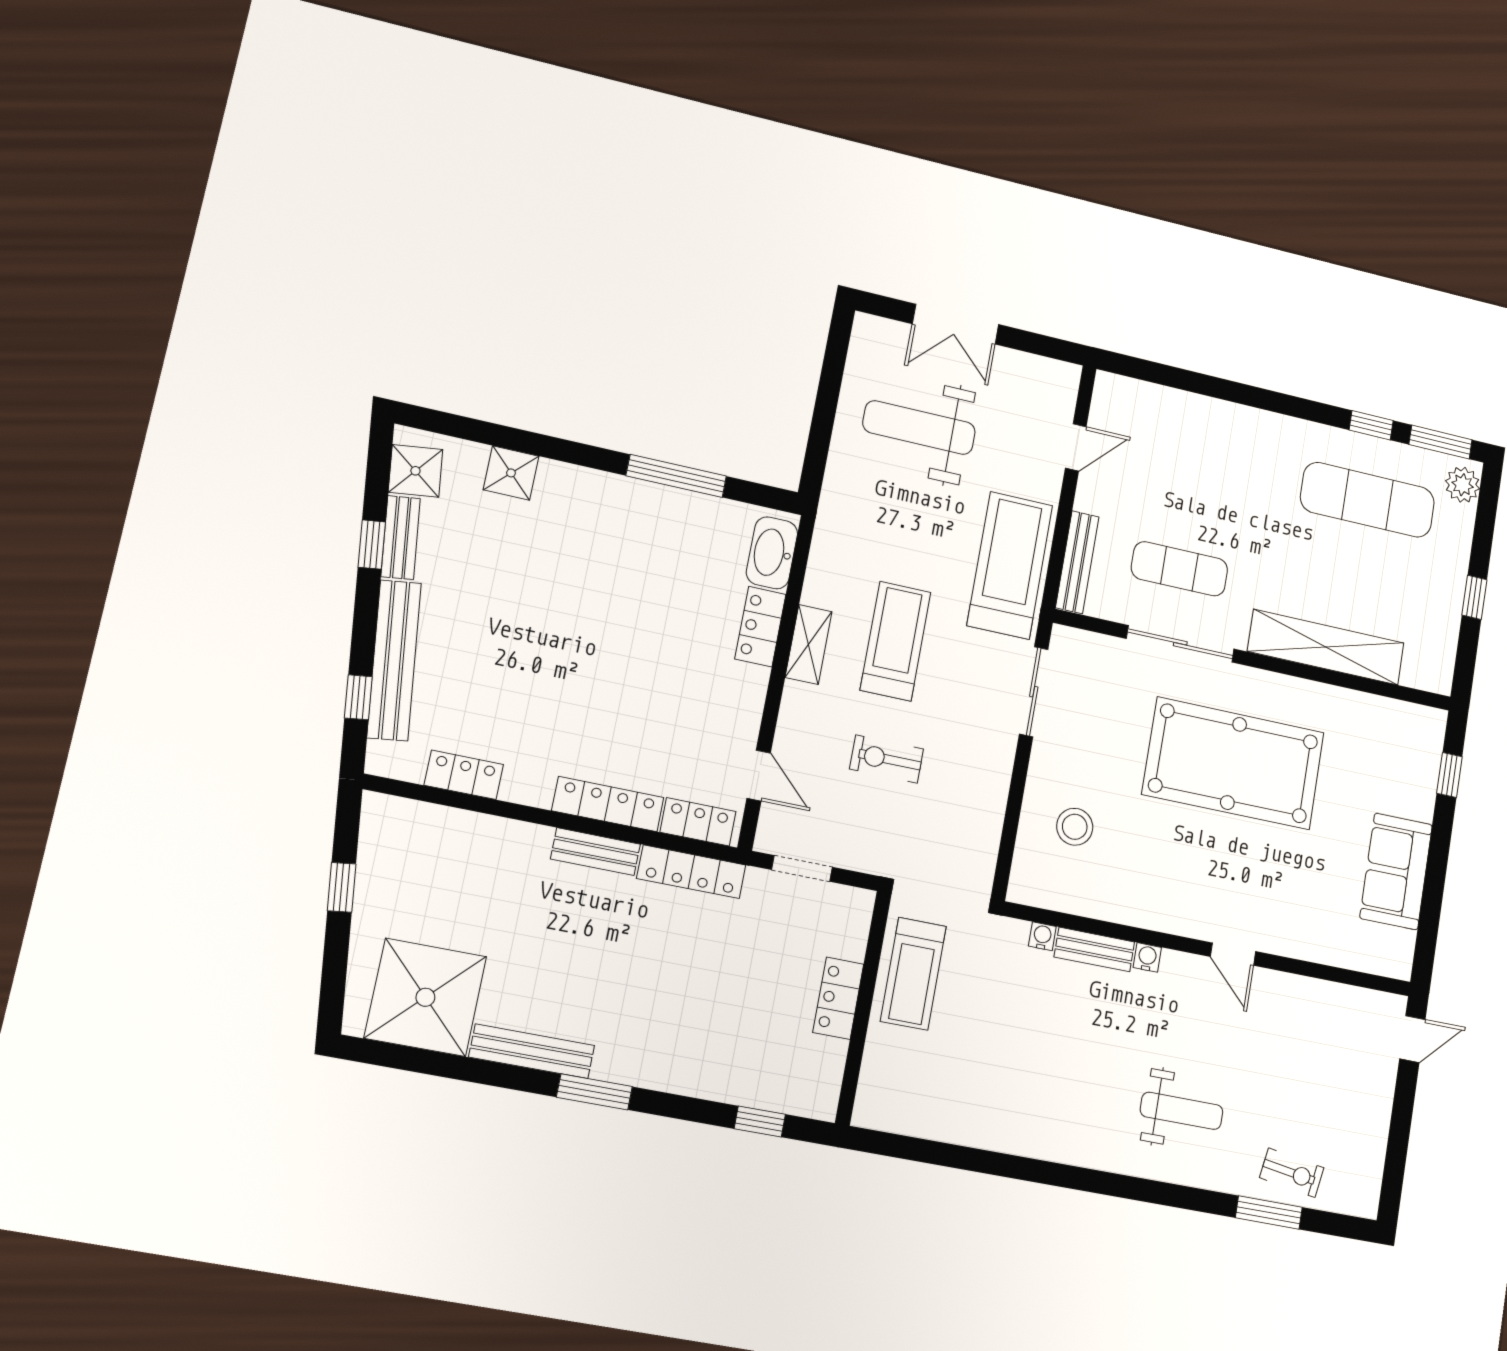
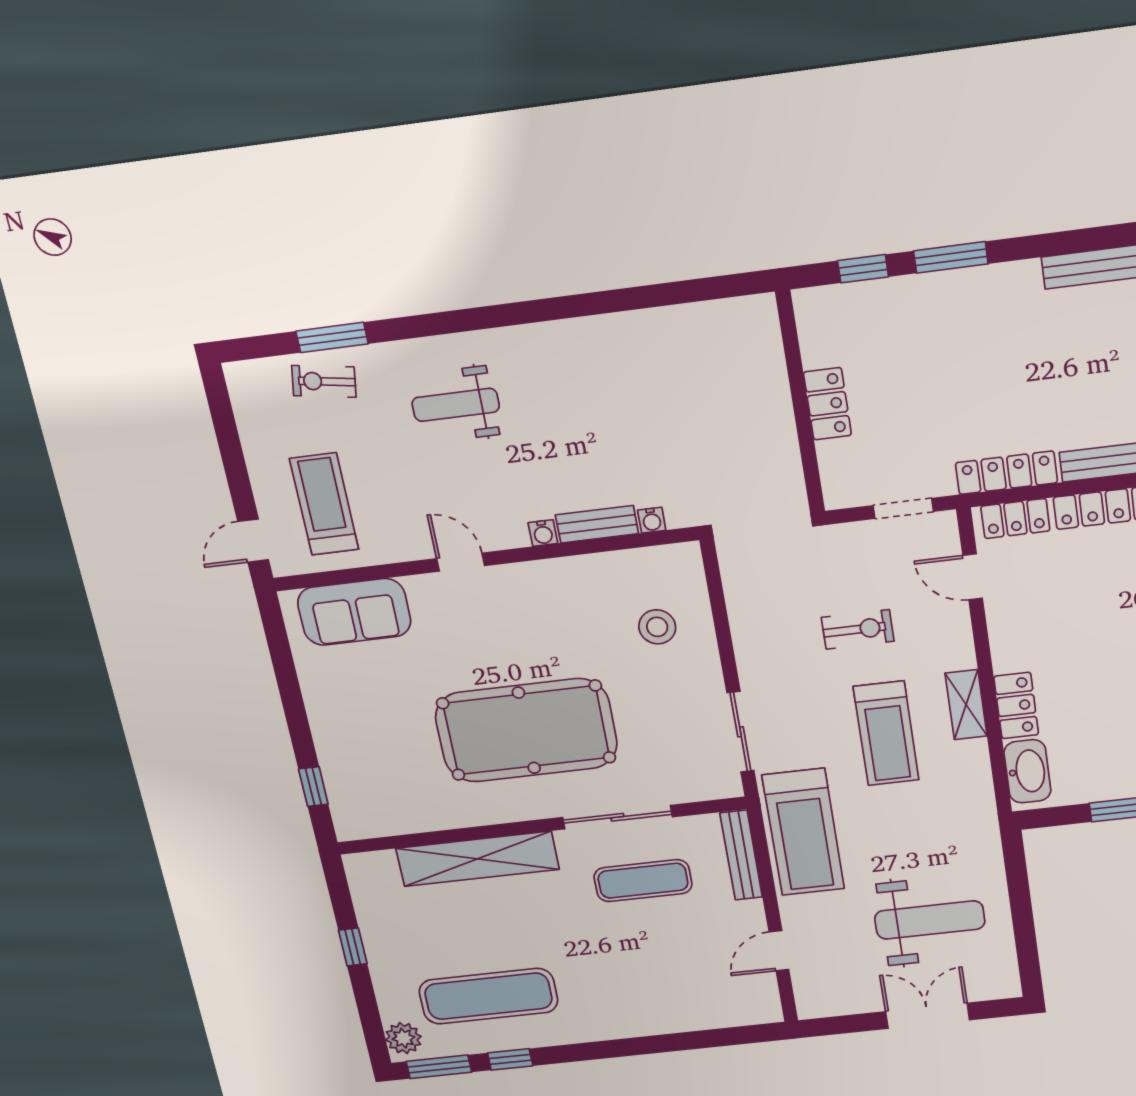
sofa: (1396, 871) -> (354, 612), moved, turned 90
treadmill: (913, 974) -> (324, 504), moved
window: (594, 1092) -> (951, 257), moved

